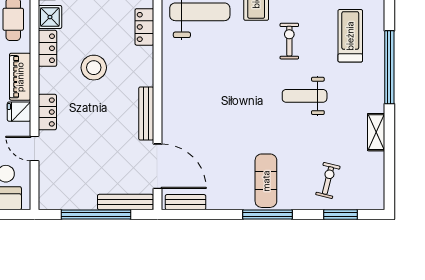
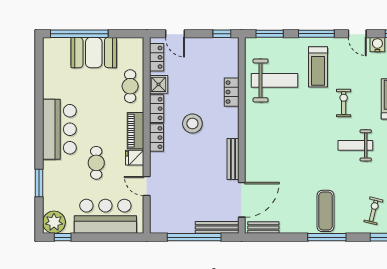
locker: (47, 112) -> (156, 138), moved
door: (157, 166) -> (242, 200), hinge flipped

